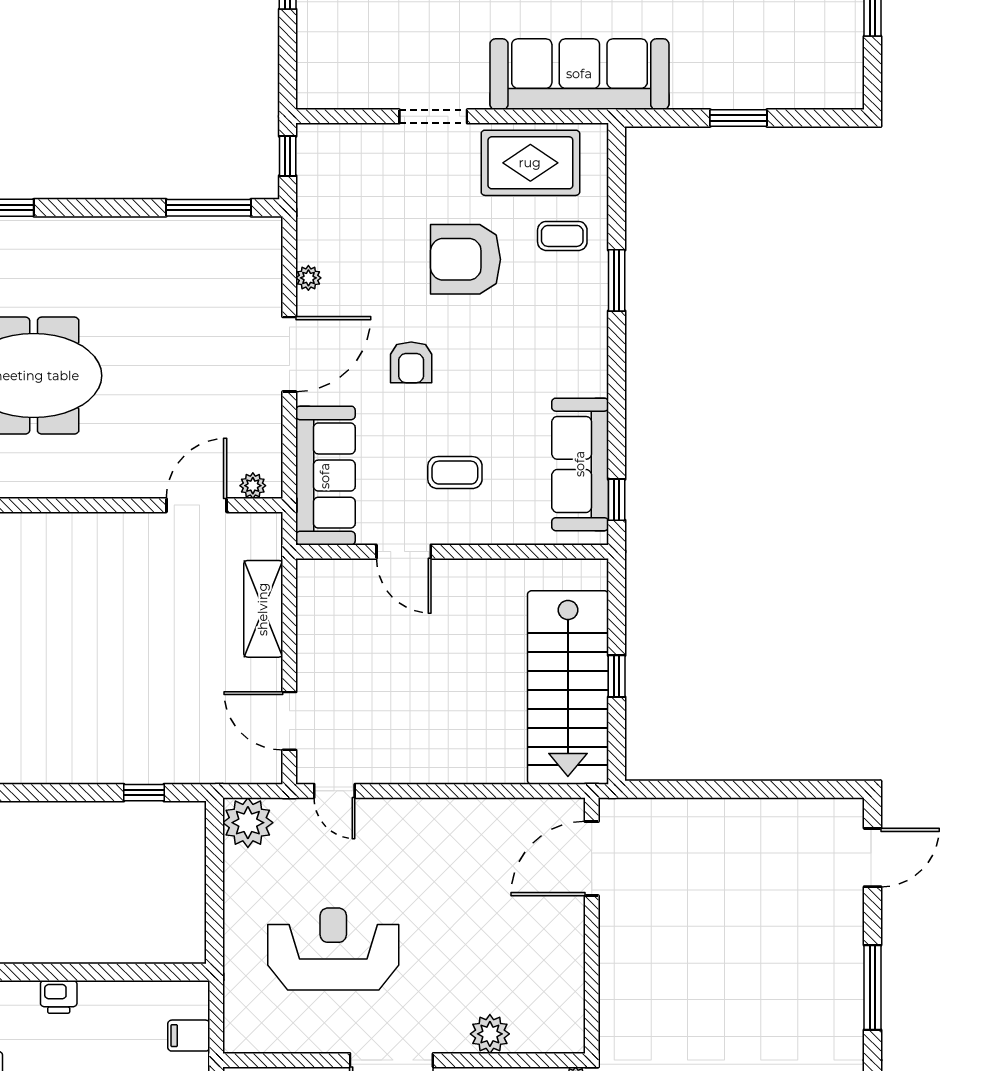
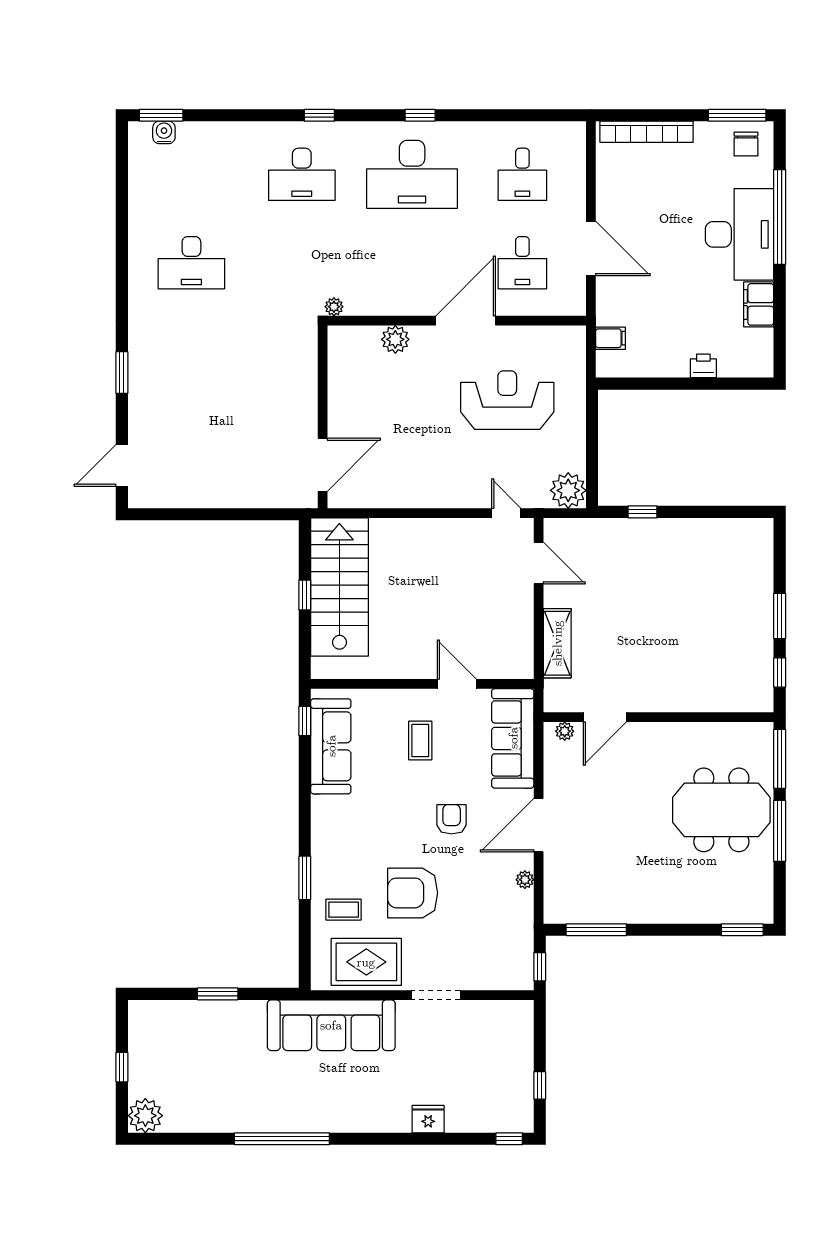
armchair: (466, 259) -> (413, 893), turned 180
coffee table: (455, 473) -> (420, 741), turned 90
reception desk: (333, 949) -> (507, 400), turned 180
window: (873, 987) -> (122, 373), width x0.69

